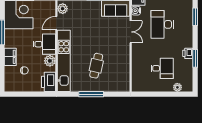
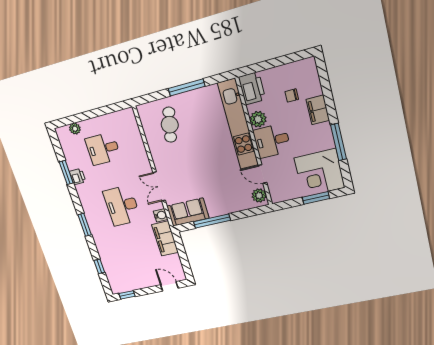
door: (56, 23) -> (262, 174), swing flipped
desk: (162, 24) -> (122, 206), turned 180
cafe table: (96, 66) -> (170, 125), moved

